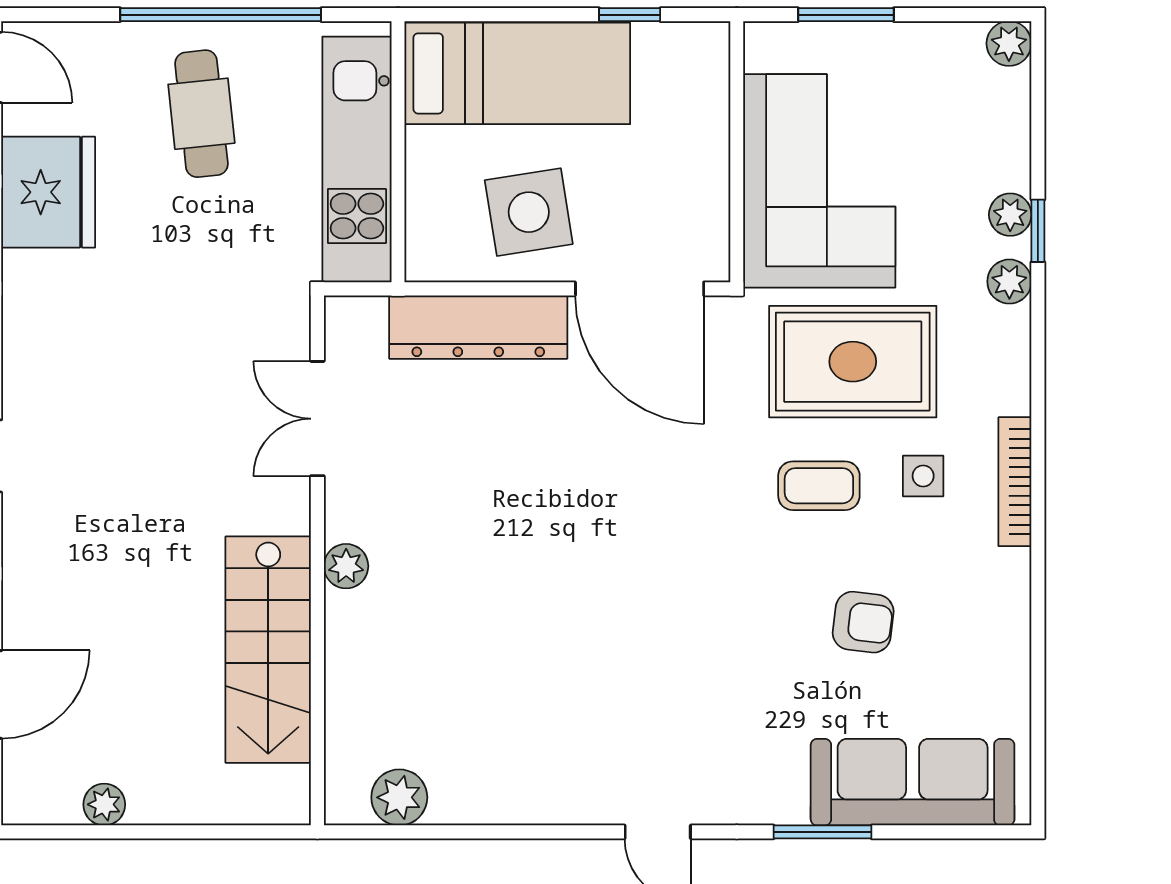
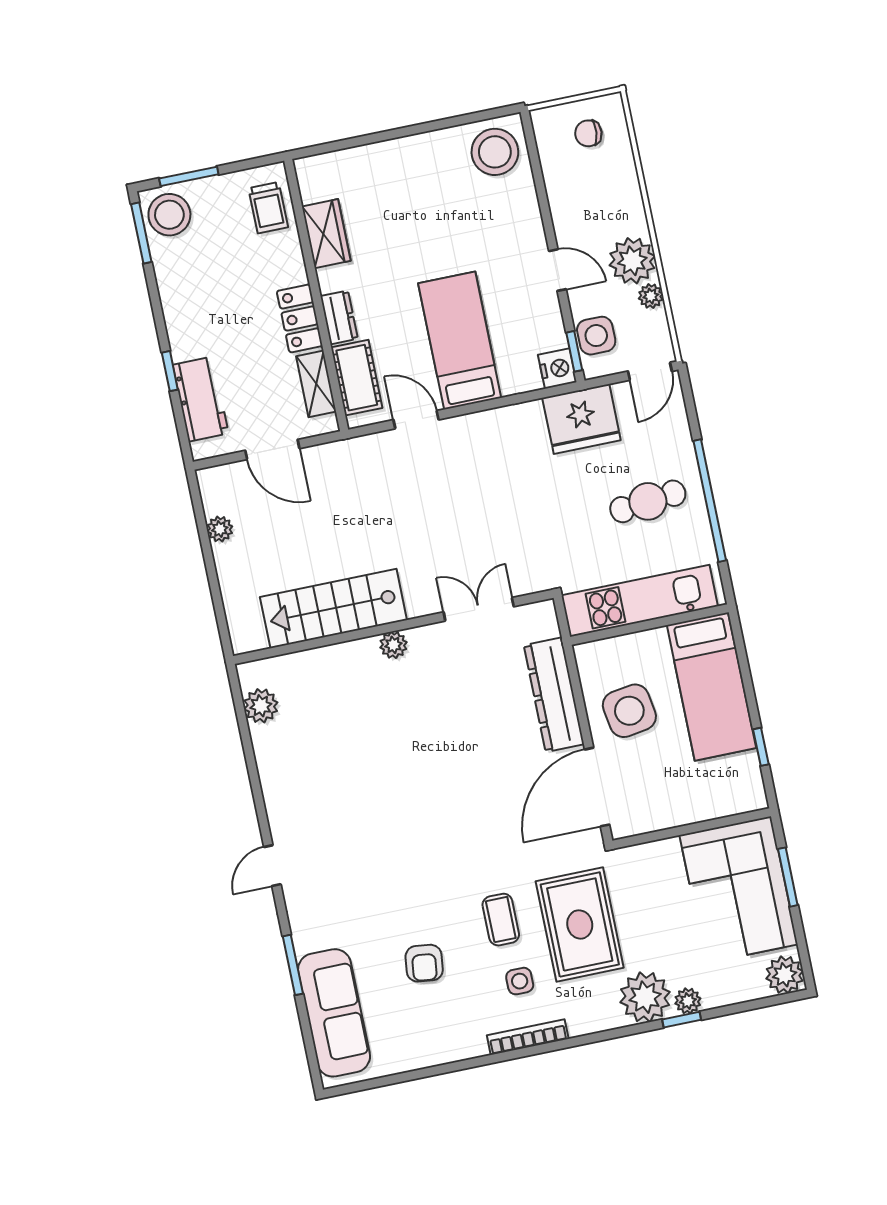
plant: (1009, 43) -> (785, 975), width x1.38, depth x1.38
corner sofa: (819, 181) -> (739, 890), moved, turned 90
plant: (1009, 282) -> (645, 997), width x1.87, depth x1.87

